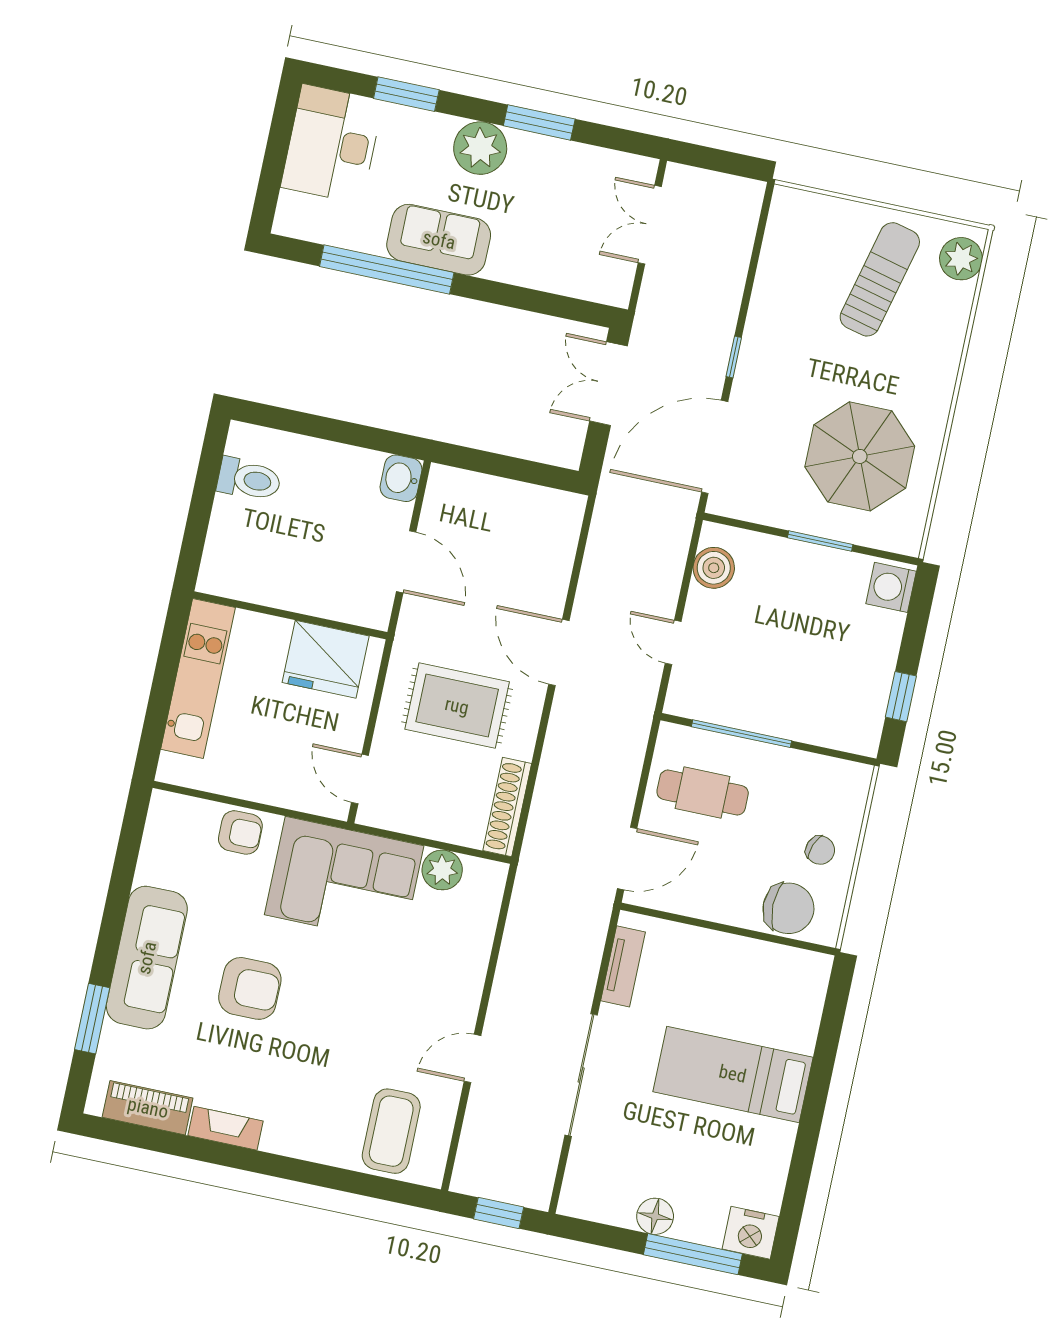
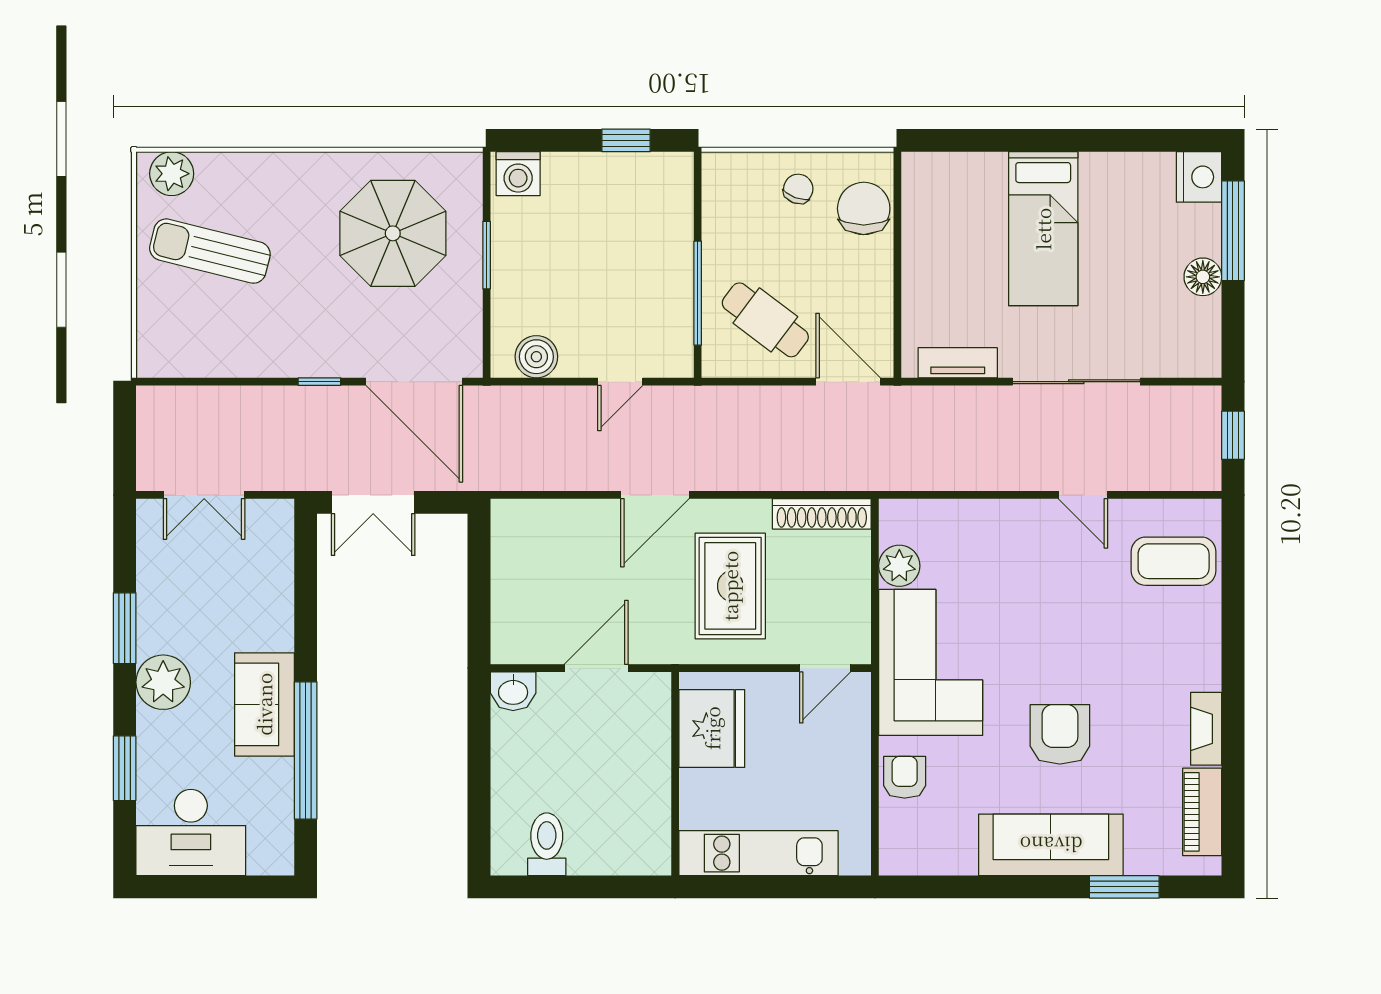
cafe table: (703, 793) -> (765, 320), turned -53

